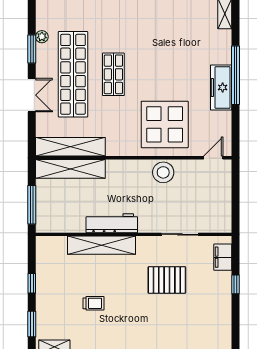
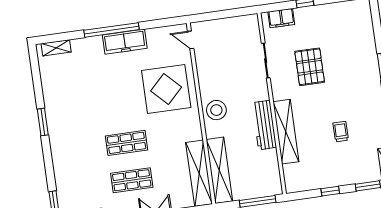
shop shelf: (73, 74) -> (132, 180), width x0.50, depth x0.74
stool: (163, 172) -> (216, 110), moved

